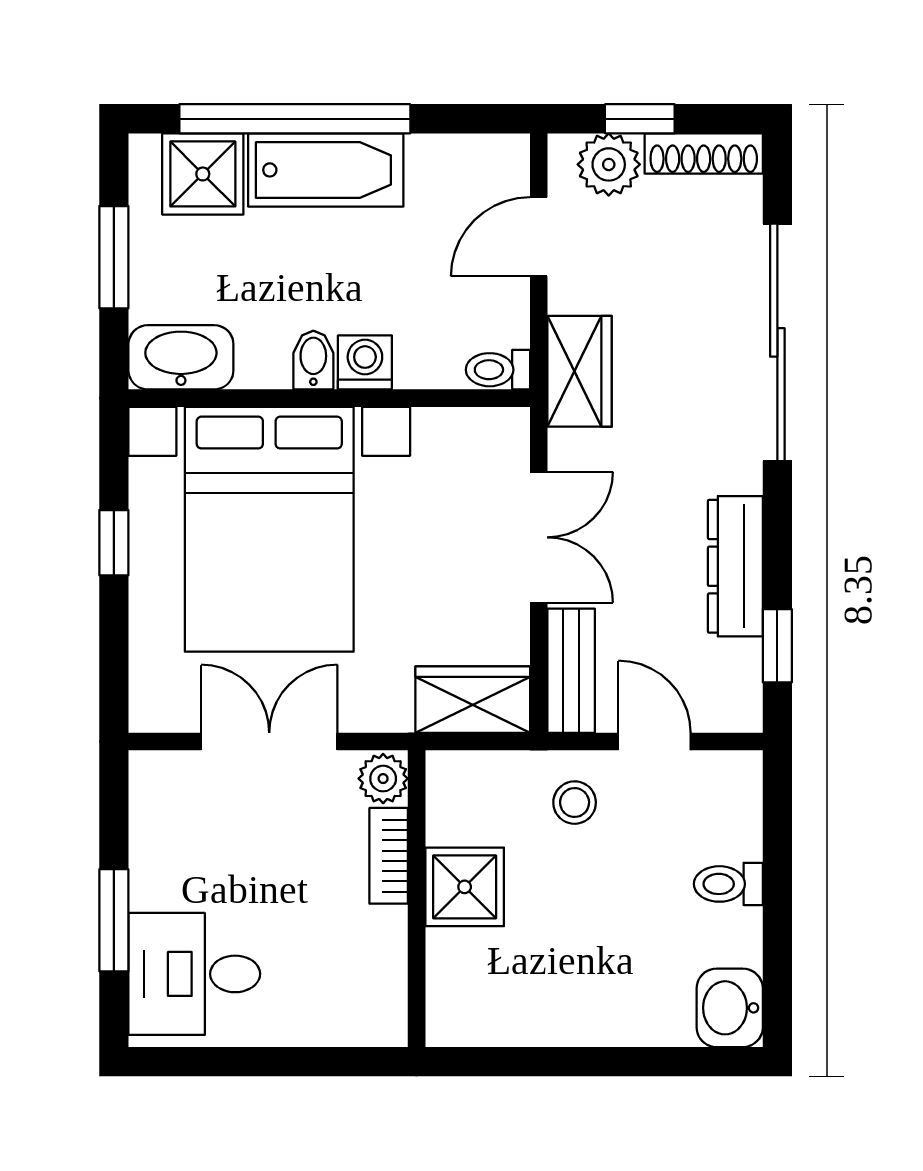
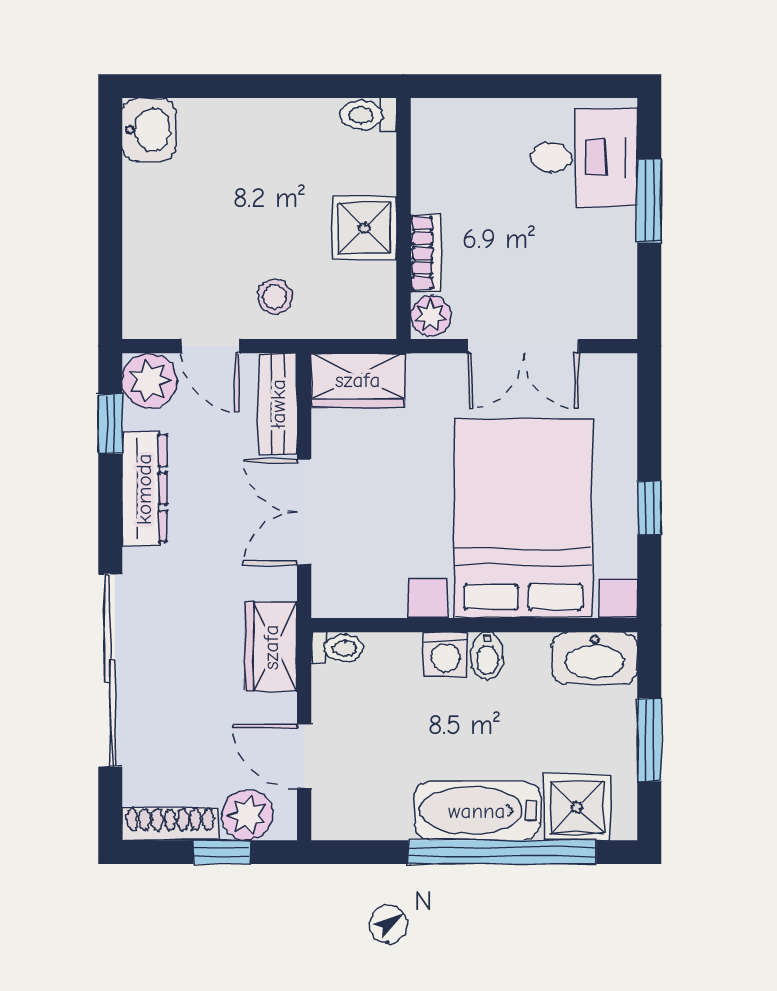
door: (539, 237) -> (304, 756), swing flipped
plant: (729, 699) -> (150, 381), added
toilet: (728, 884) -> (368, 115), moved, turned 180

